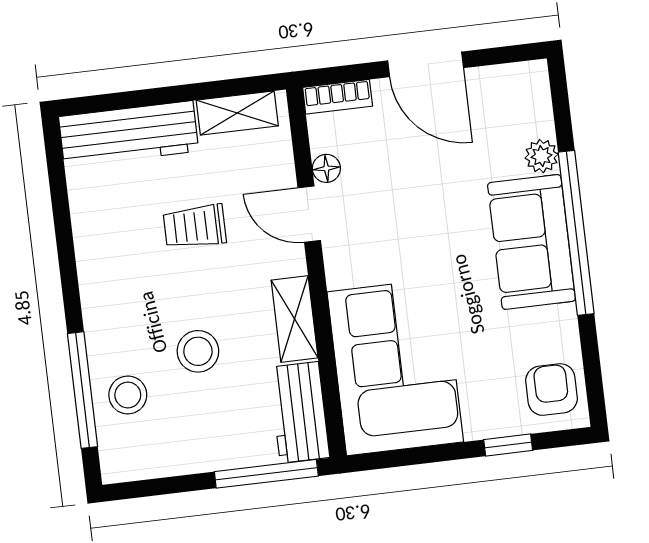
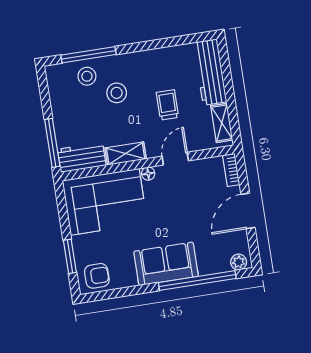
plant: (541, 156) -> (239, 262), moved
floor lamp: (326, 168) -> (148, 174), moved
window: (576, 233) -> (197, 281), moved
stool: (198, 351) -> (117, 93), moved
window: (508, 445) -> (70, 256), width x1.50

